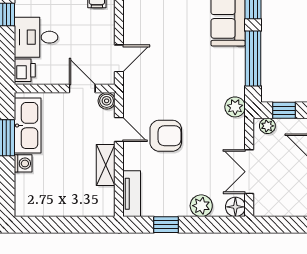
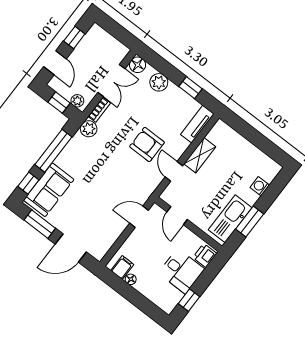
boiler: (107, 101) -> (168, 196), removed
bookcase: (239, 134) -> (99, 110), added
washing machine: (23, 163) -> (260, 186), moved

